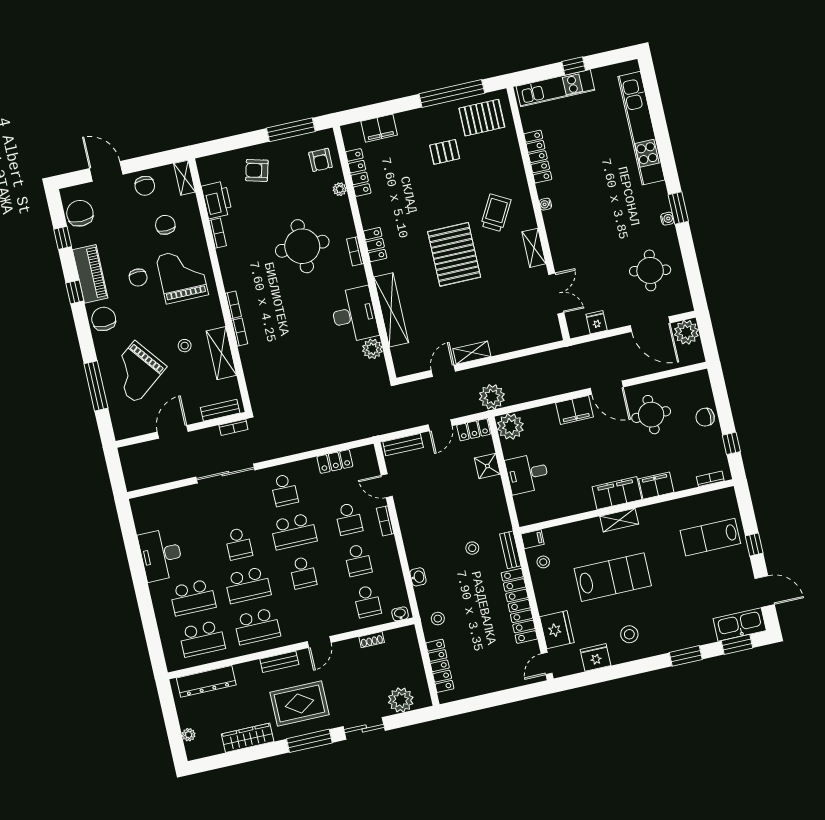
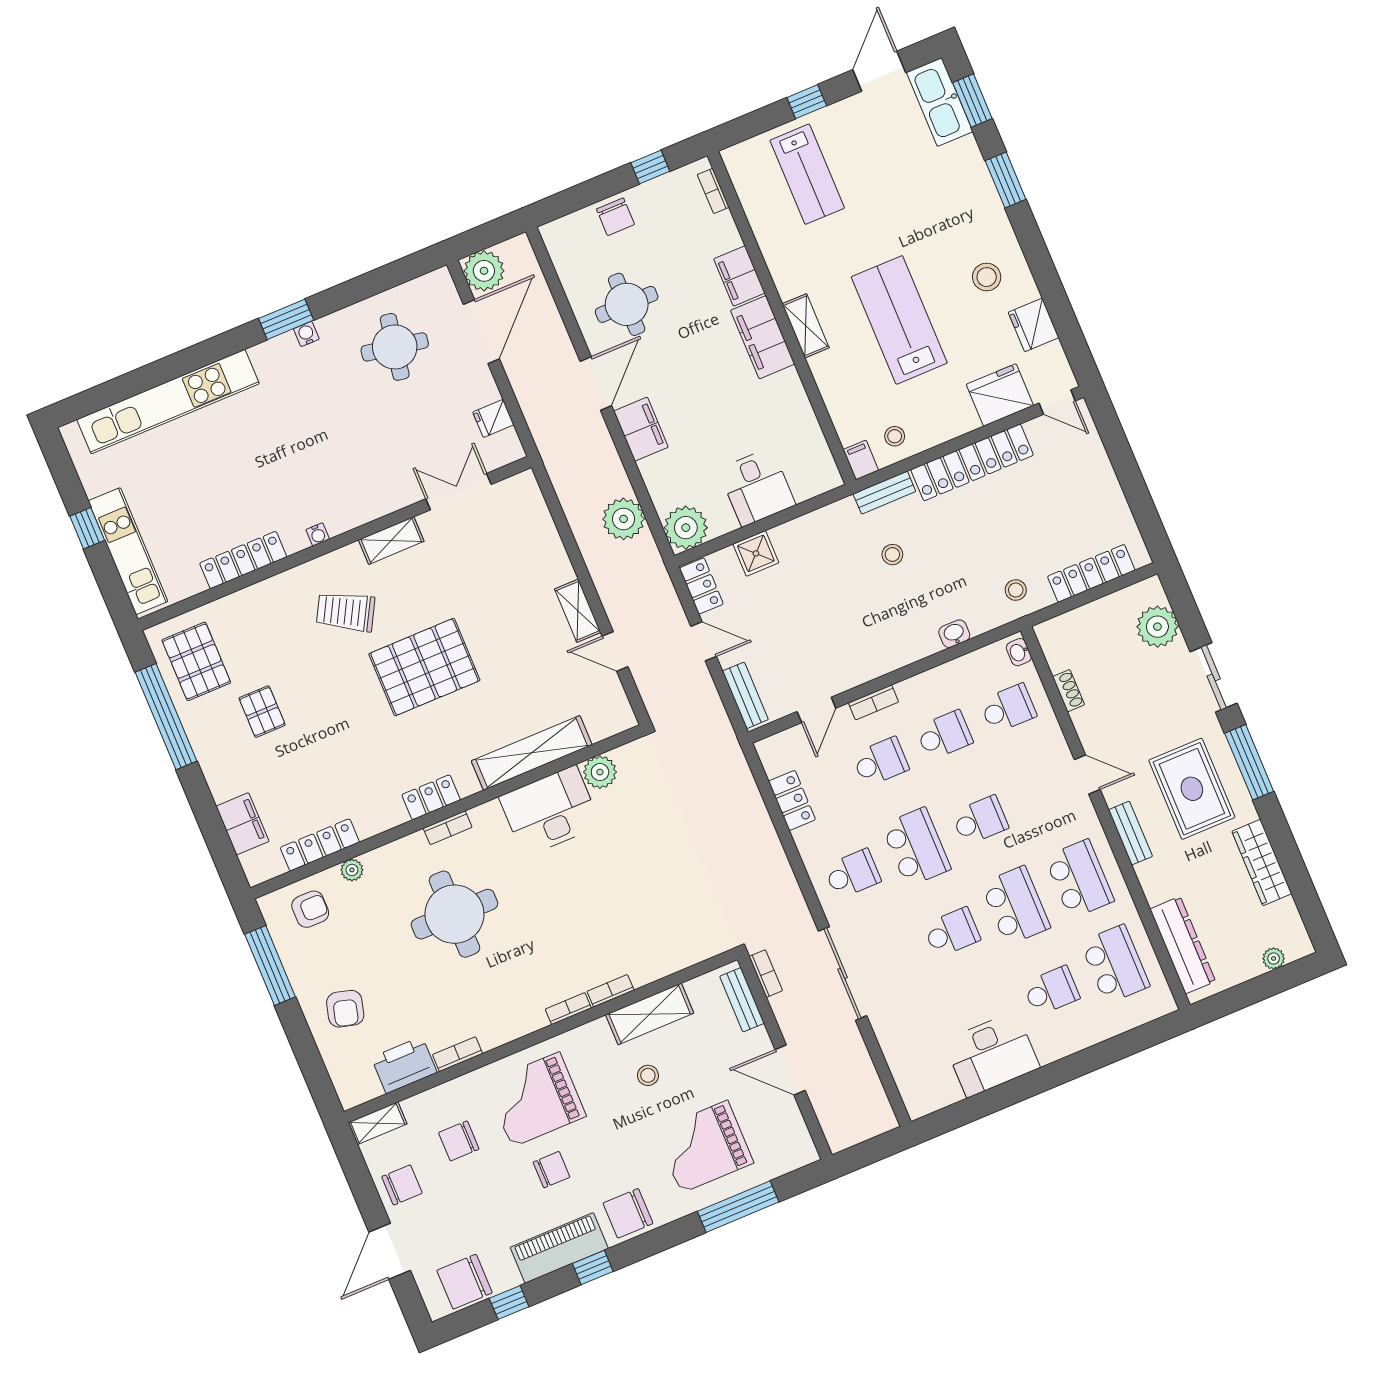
grand piano: (136, 372) -> (704, 1147), turned 128
plant: (492, 397) -> (624, 519), moved
school desk: (193, 597) -> (1051, 991), width x0.54

